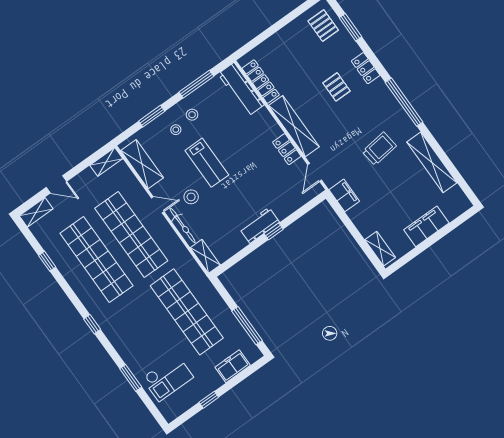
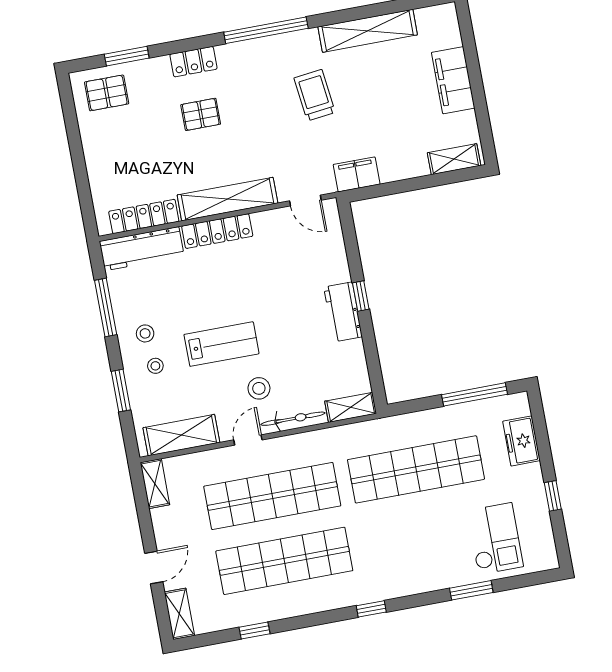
locker: (287, 149) -> (217, 231), moved, width x1.53

